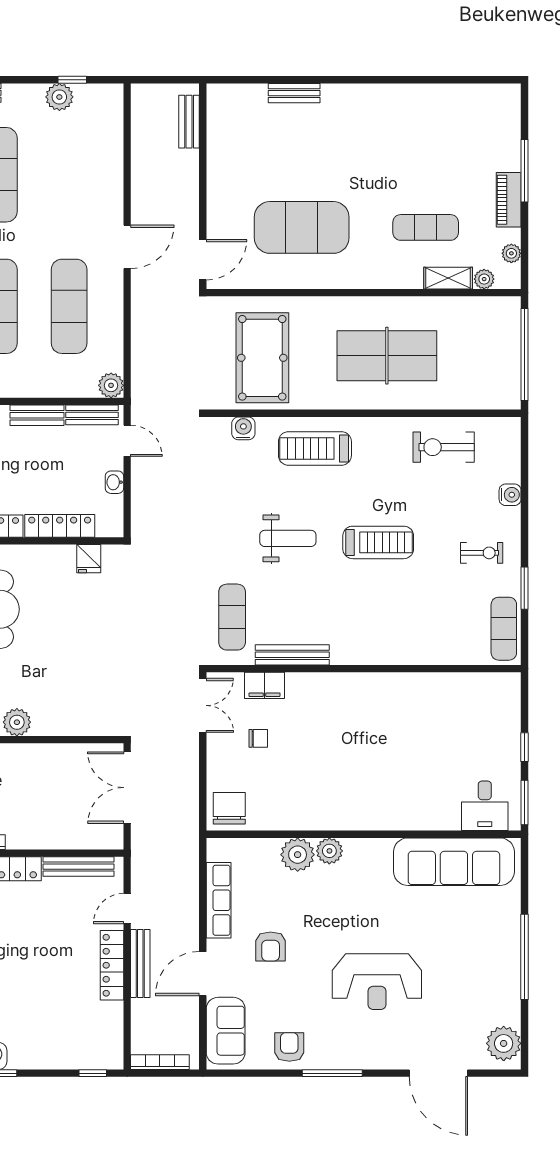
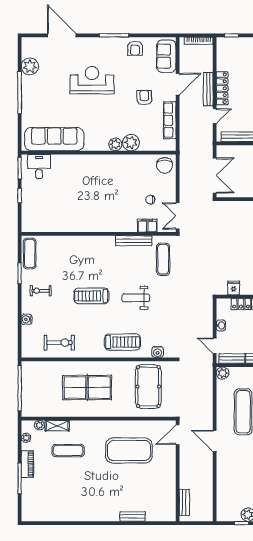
door: (127, 247) -> (215, 441), hinge flipped
plant: (504, 1043) -> (30, 66), moved

